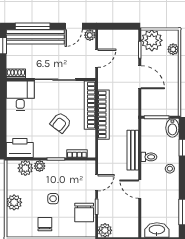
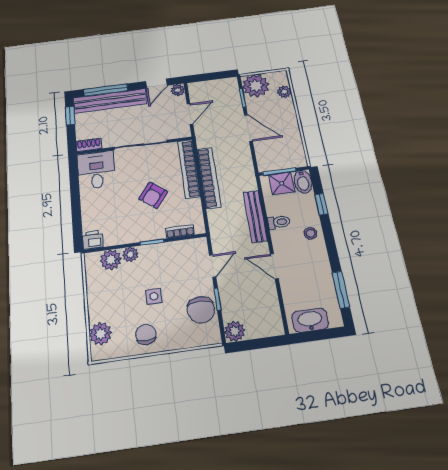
shower: (157, 127) -> (282, 183), added
printer: (20, 148) -> (93, 240), width x0.53, depth x0.68
plant: (14, 202) -> (101, 334), moved

